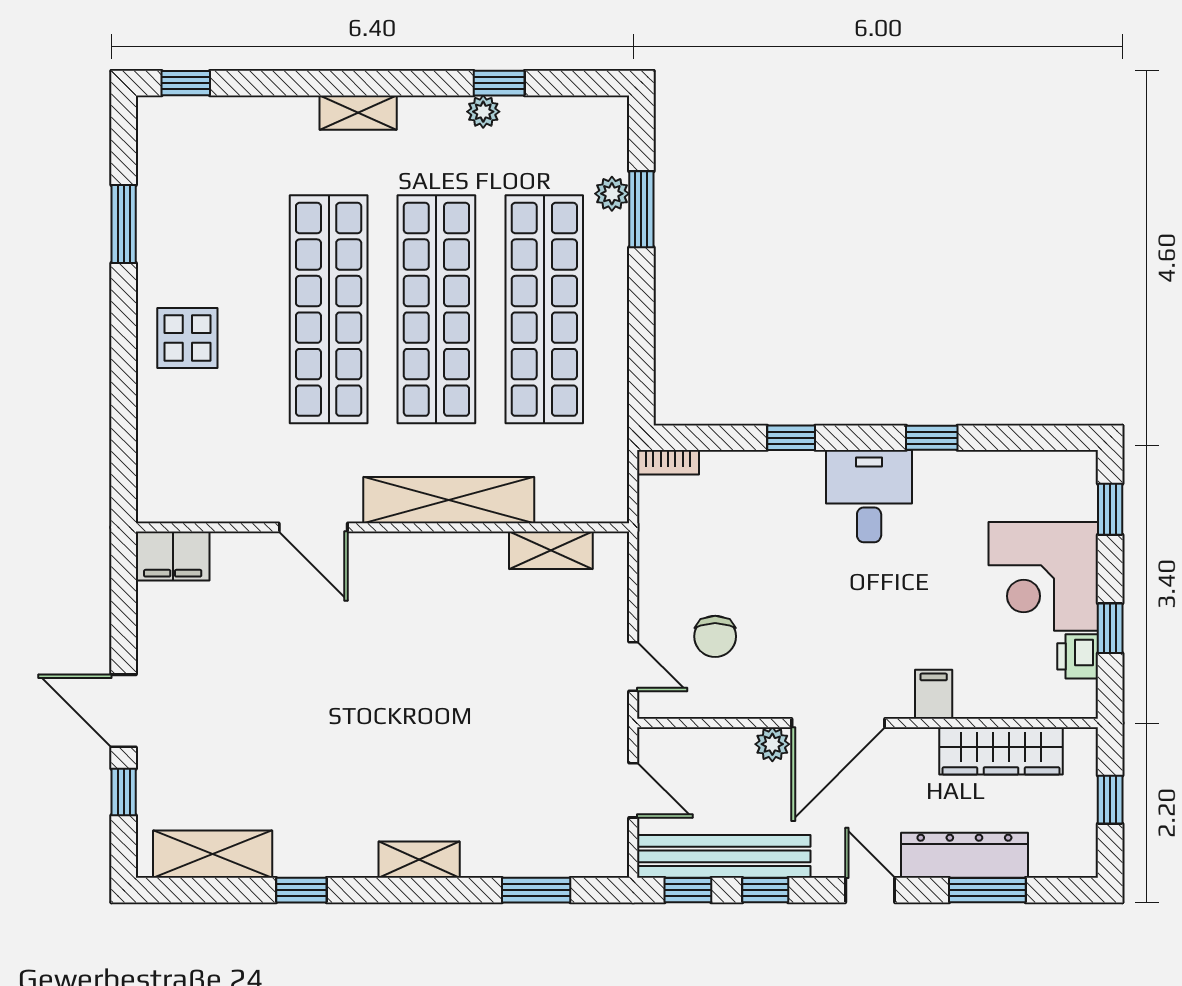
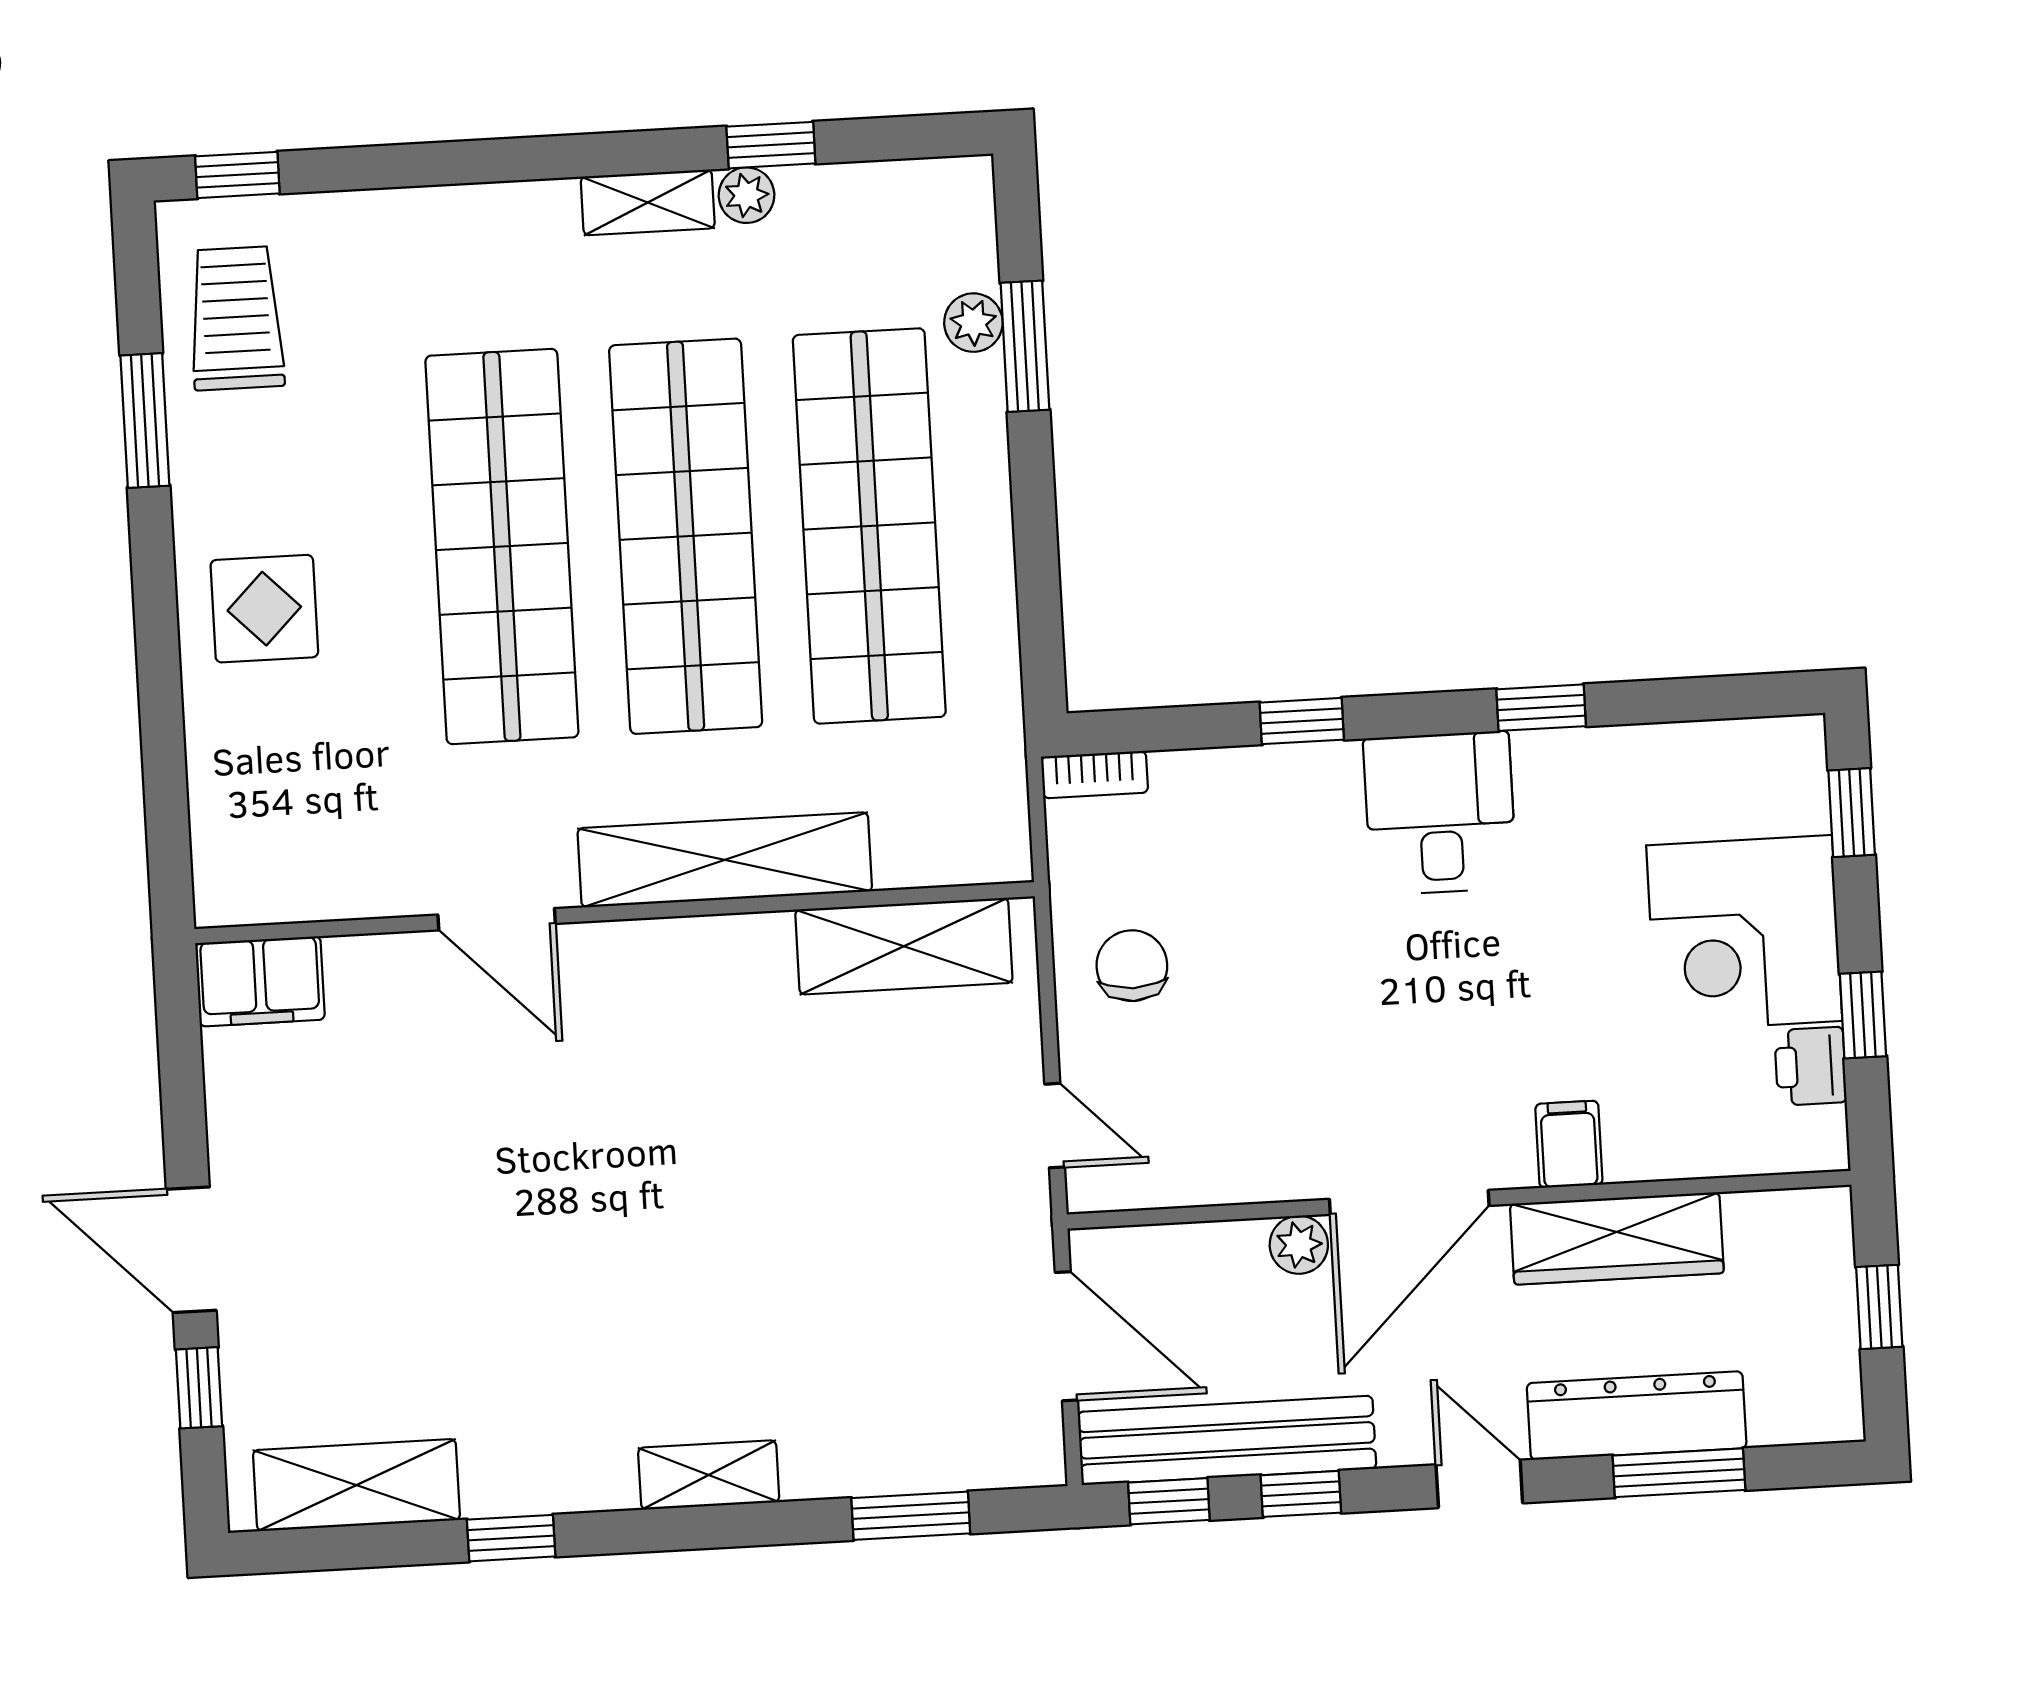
shelving: (358, 113) -> (648, 202), moved
trolley: (180, 167) -> (236, 318), added
shelving: (551, 550) -> (904, 946), width x1.50, depth x1.33
chair: (715, 636) -> (1132, 966), moved, turned 180
wardrobe: (1001, 751) -> (1617, 1238), moved
door: (633, 790) -> (1066, 1336), width x1.38

